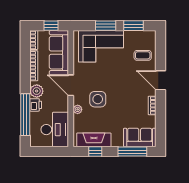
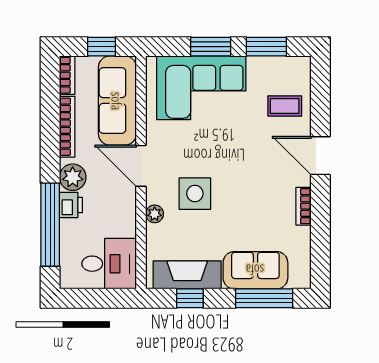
desk: (55, 130) -> (109, 264), width x0.73
sofa: (140, 138) -> (255, 270), moved

